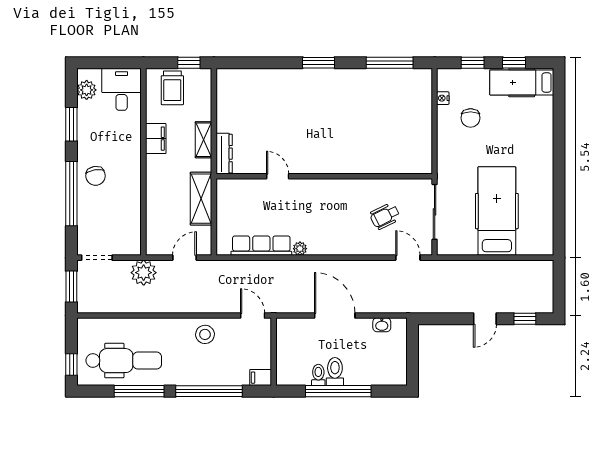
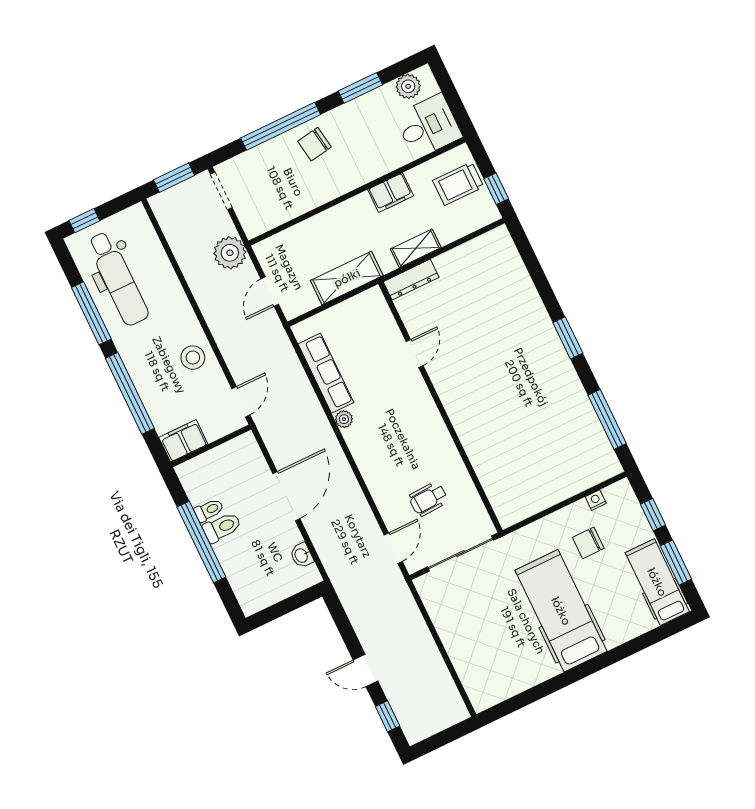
window: (514, 63) -> (676, 562), width x1.50
hospital bed: (497, 211) -> (561, 611), moved, turned -90
wheelchair: (385, 216) -> (428, 499), turned -67
door: (184, 258) -> (270, 292), swing flipped
filing cabinet: (261, 378) -> (183, 441), width x2.00

